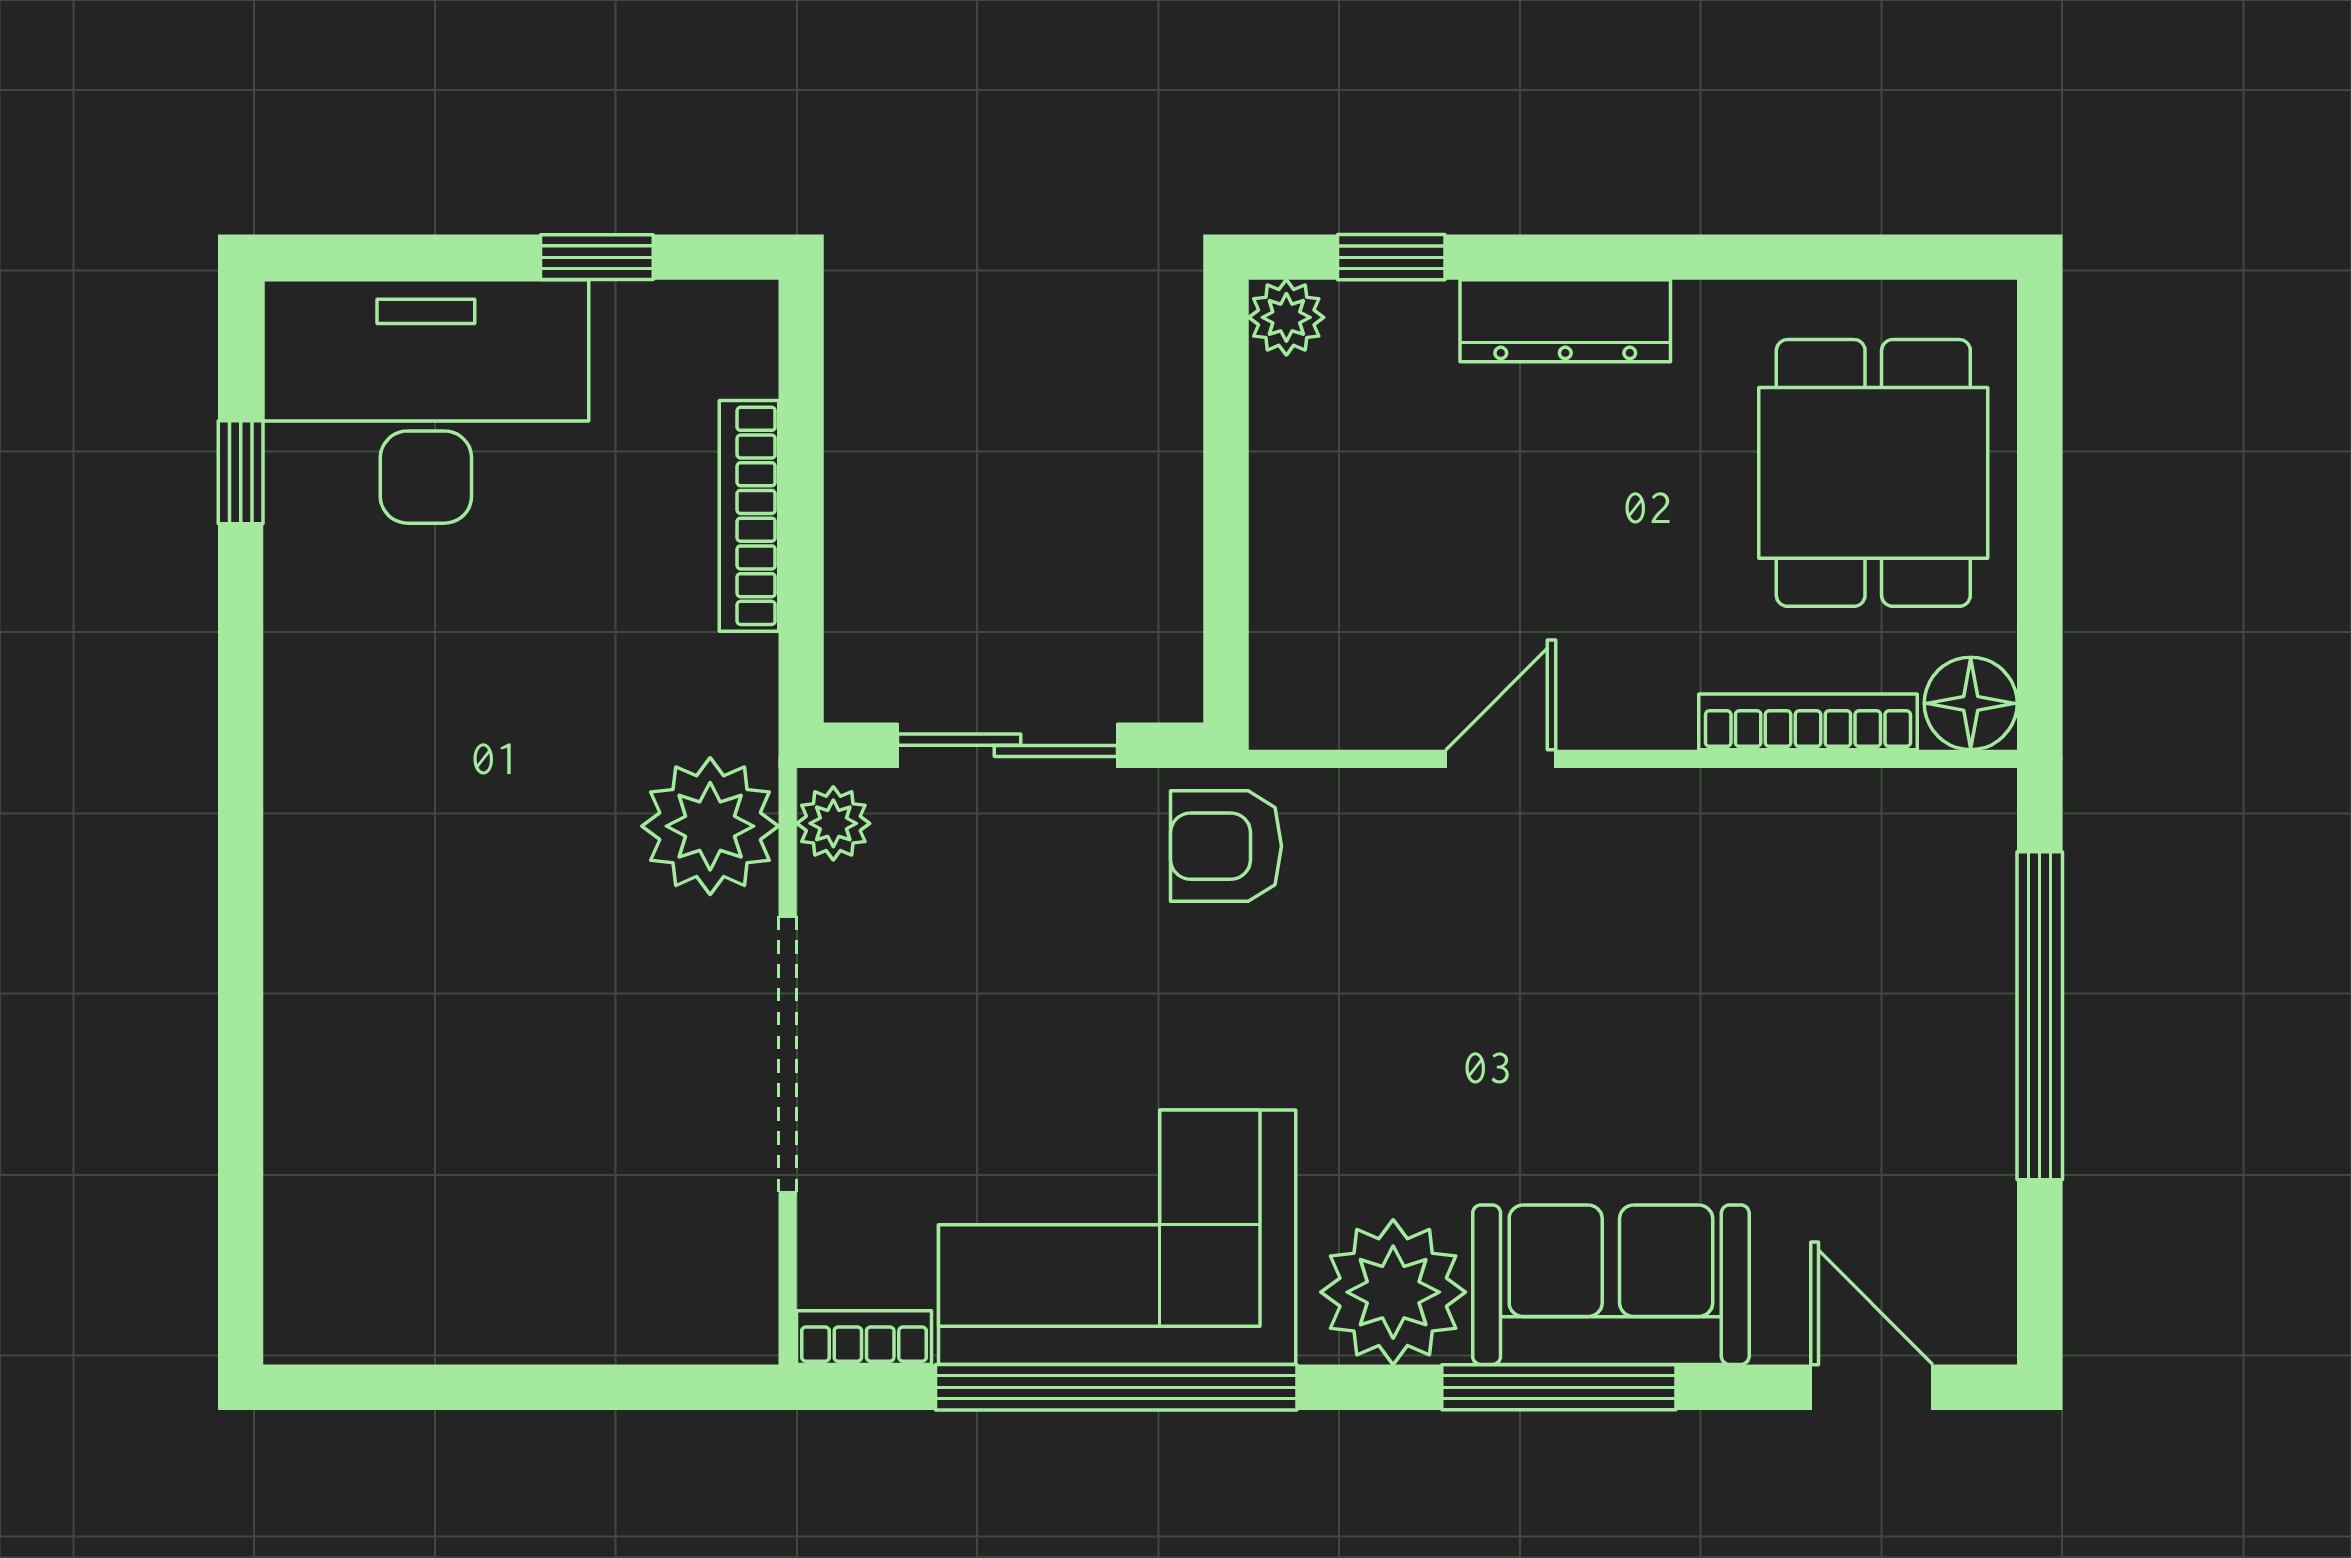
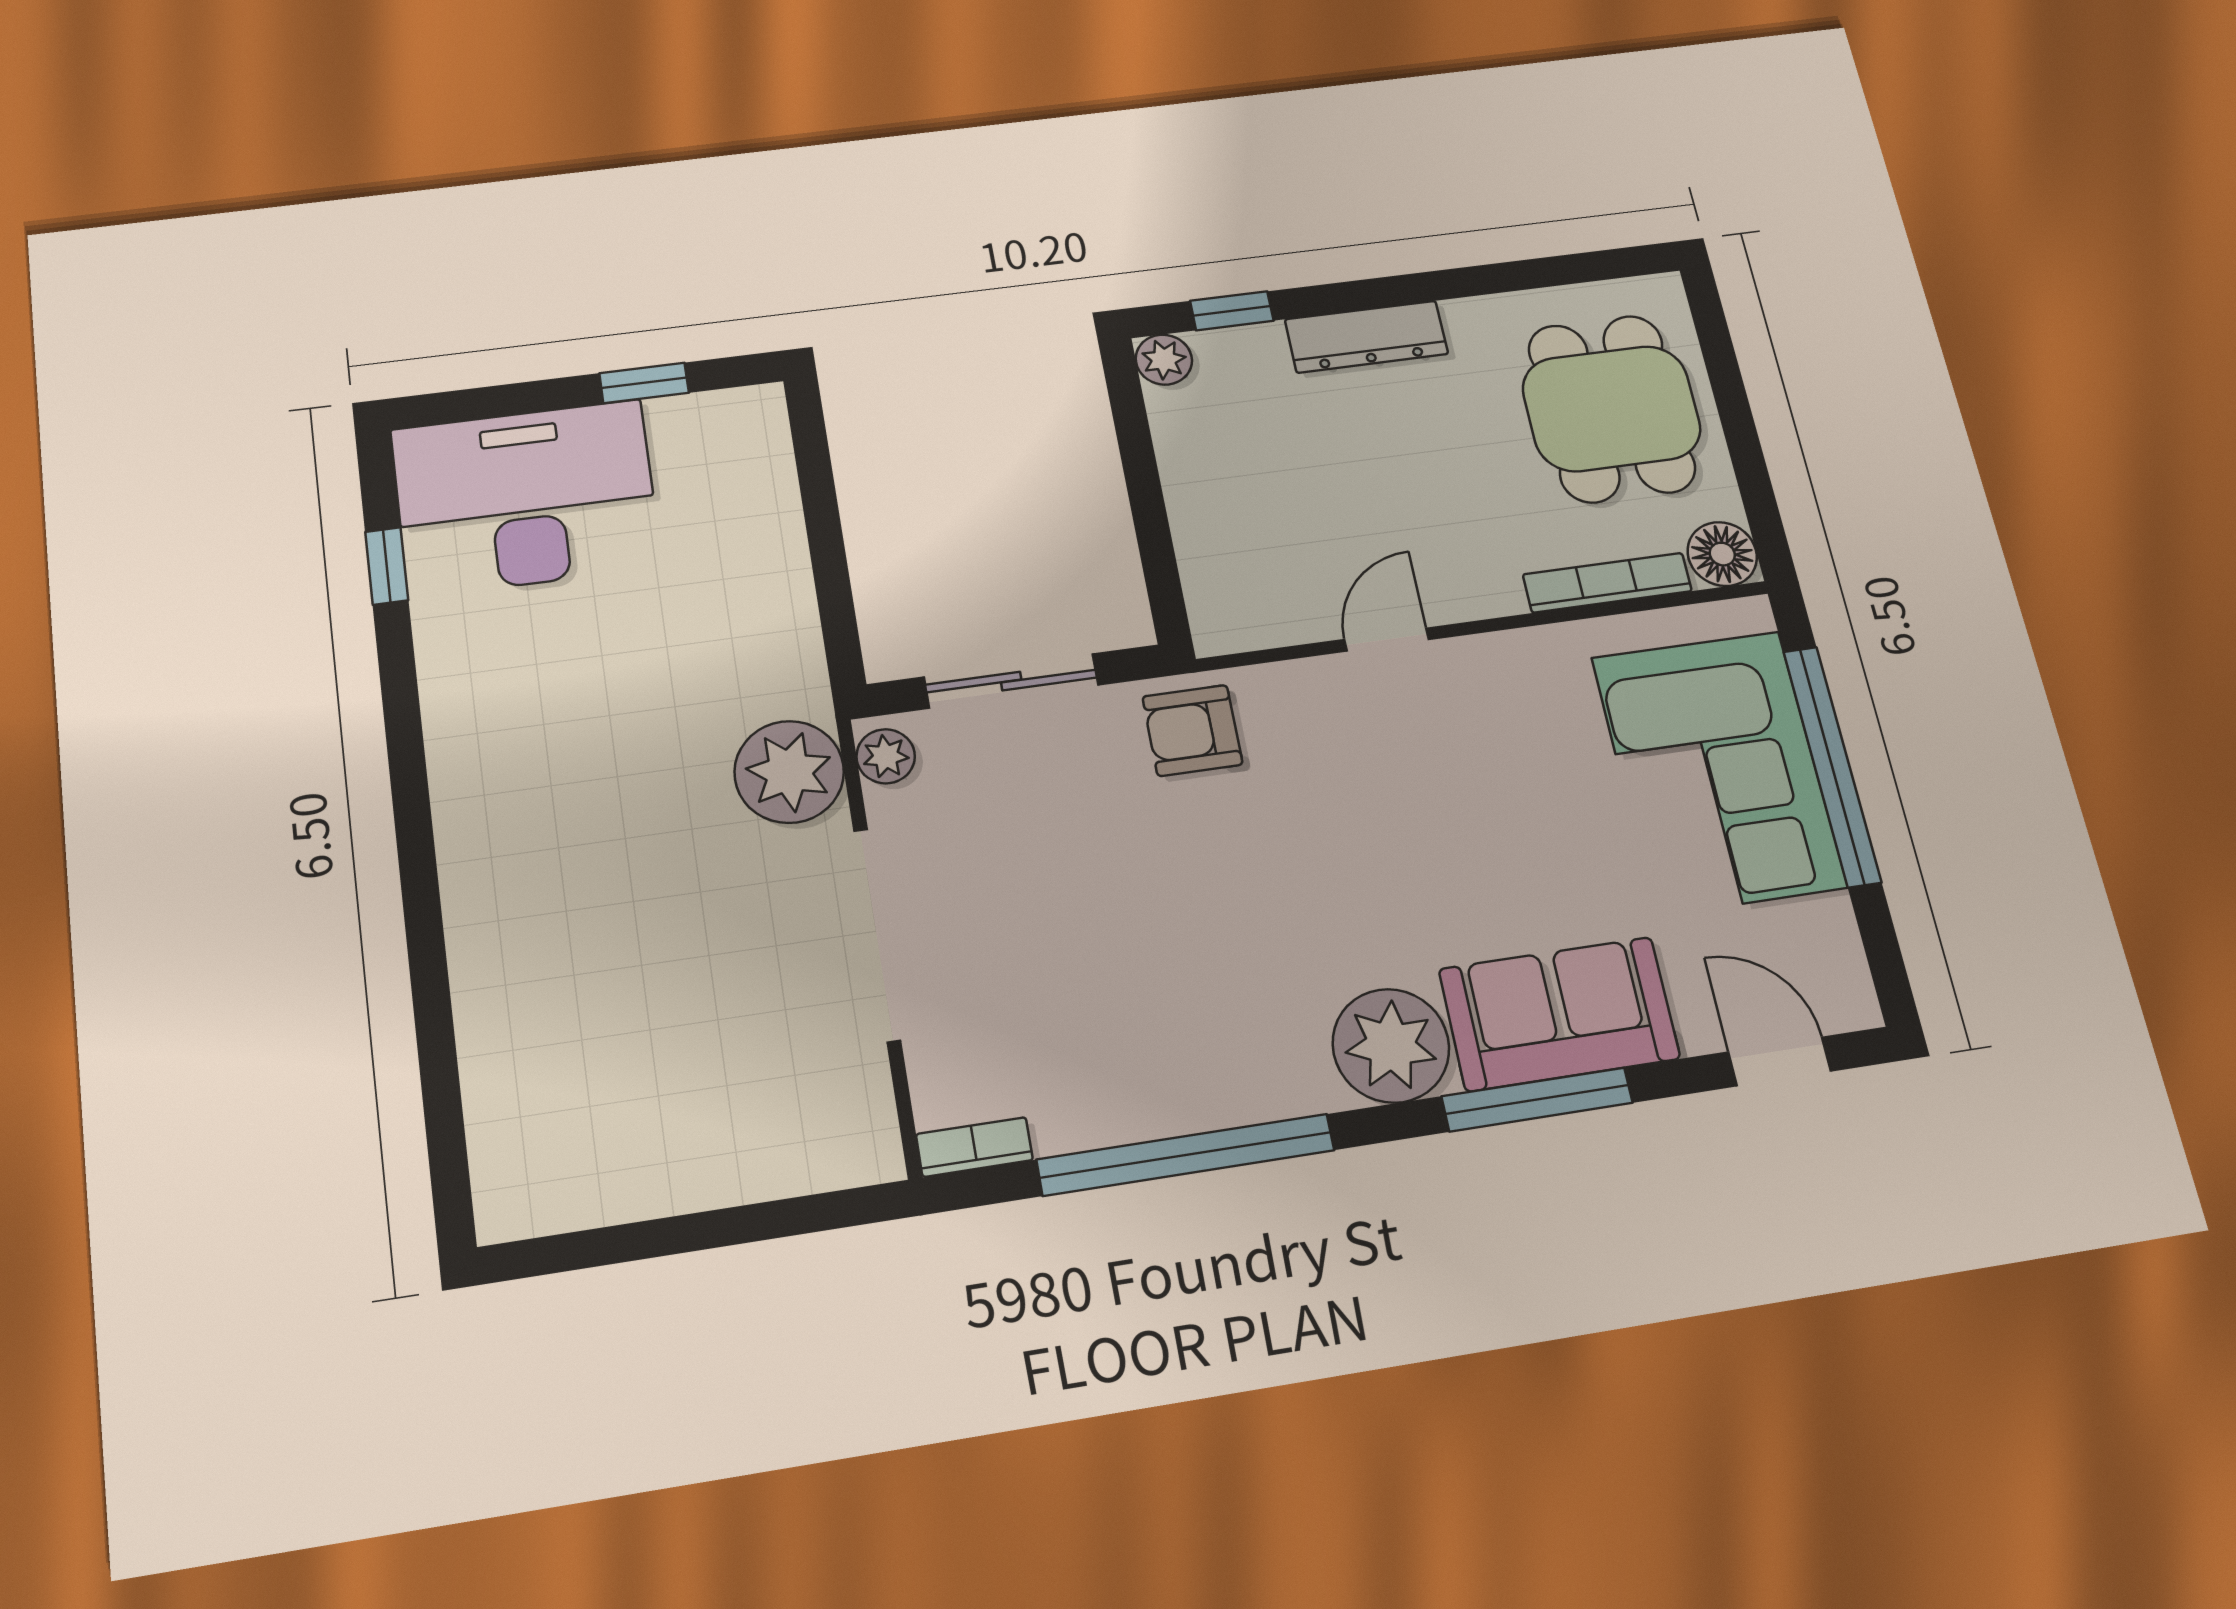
bookcase: (749, 516) -> (786, 545), removed
corner sofa: (1117, 1237) -> (1718, 772), moved, turned -90

